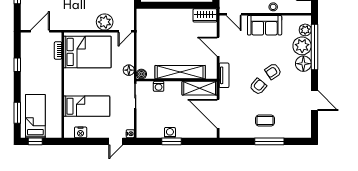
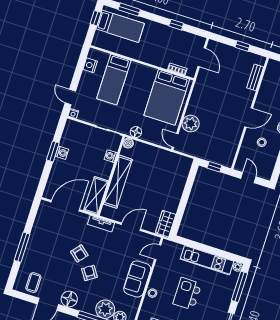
floor lamp: (303, 64) -> (69, 299), moved
coffee table: (265, 120) -> (33, 283), moved

